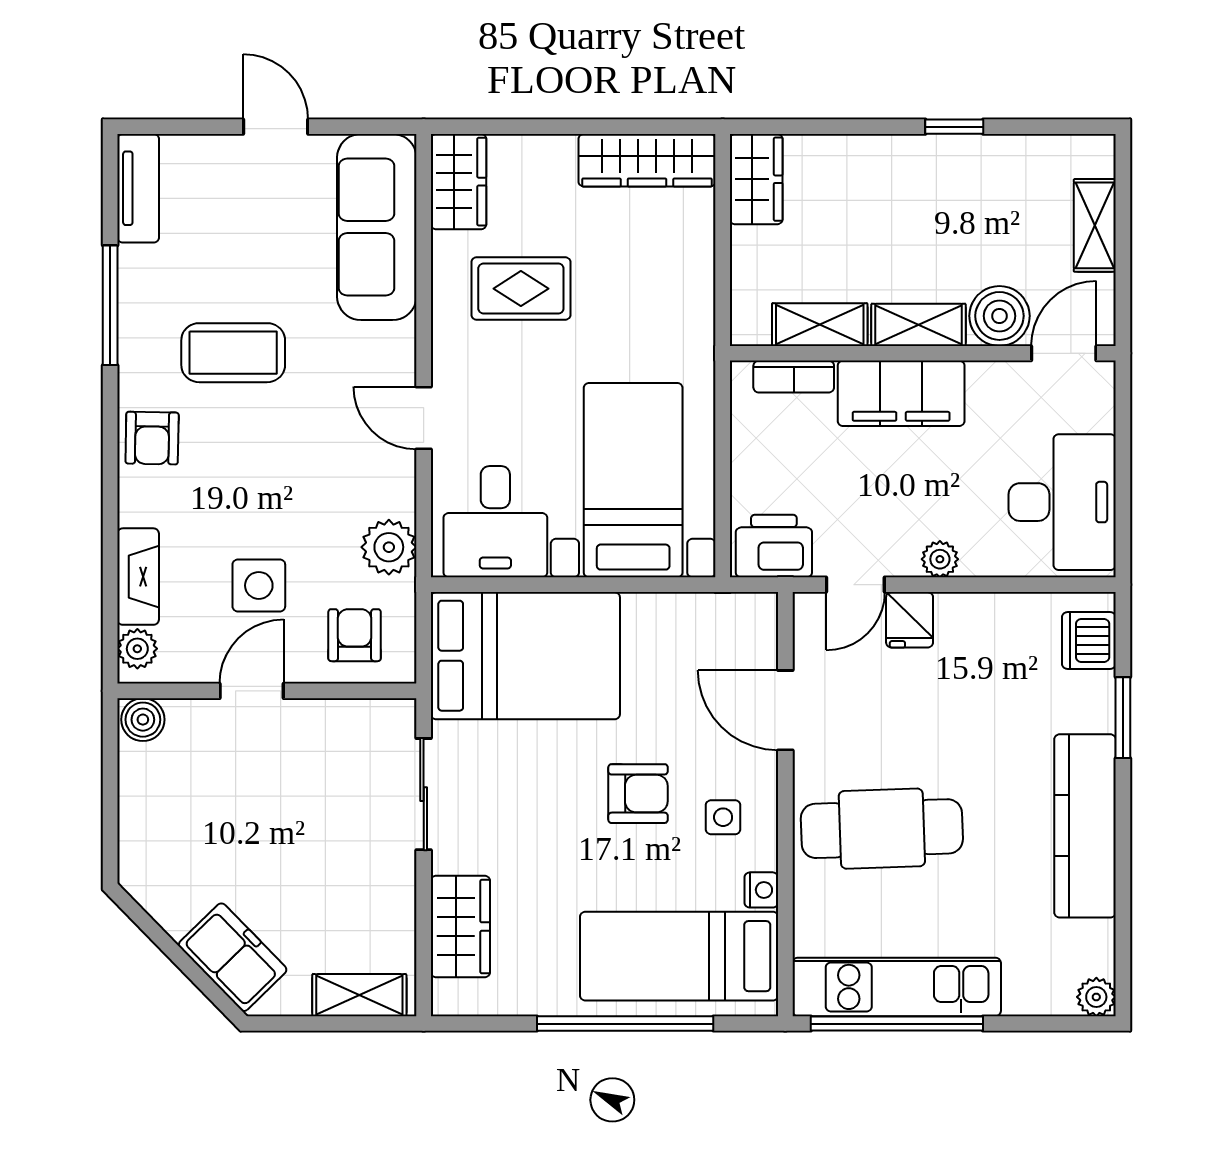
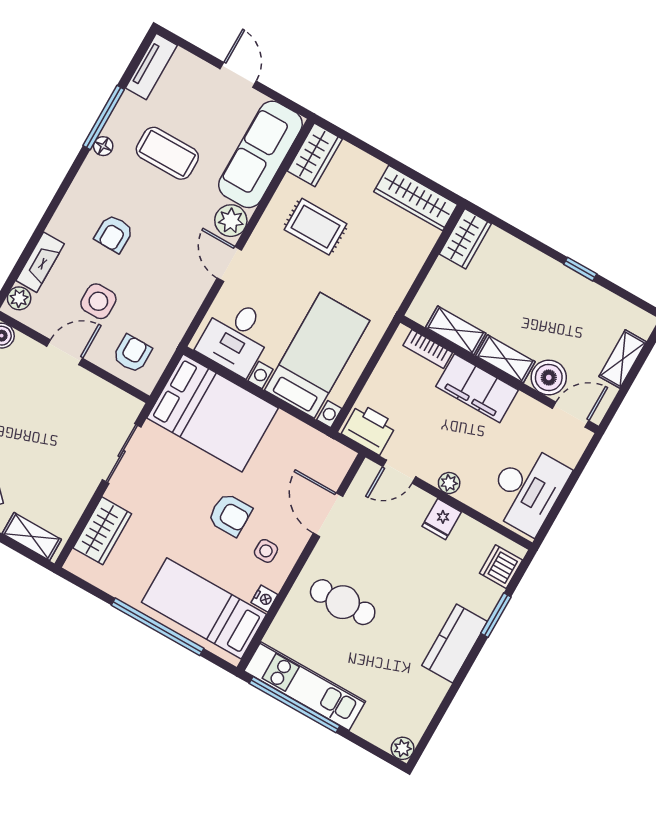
floor lamp: (134, 349) -> (103, 146), added
coffee table: (233, 353) -> (167, 153), moved
armchair: (152, 438) -> (114, 234), moved
plant: (389, 547) -> (231, 221), moved
fridge: (910, 620) -> (442, 519), moved
kitchen counter: (1085, 826) -> (455, 644), width x0.67
cafe table: (882, 829) -> (343, 602), width x0.73, depth x0.74

